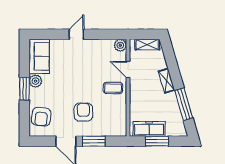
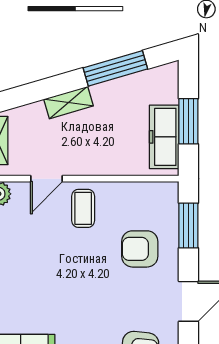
armchair: (83, 112) -> (140, 249), moved
window: (94, 141) -> (188, 226), moved

